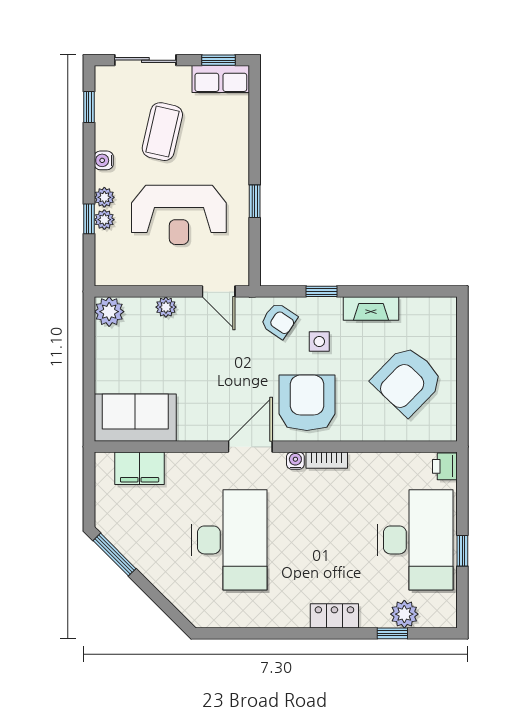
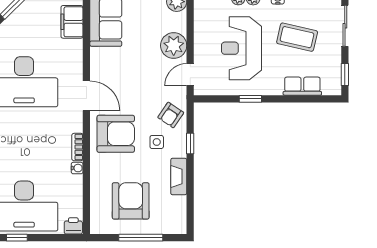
row of seats: (221, 79) -> (302, 86), moved, turned 90
plant: (166, 307) -> (174, 46), width x1.87, depth x1.87
window: (462, 365) -> (141, 238), added
armchair: (407, 380) -> (131, 201), turned 46
water cooler: (295, 461) -> (77, 168), moved

